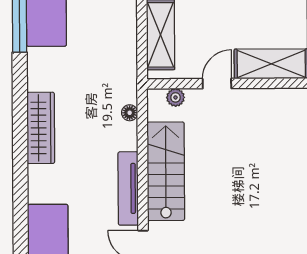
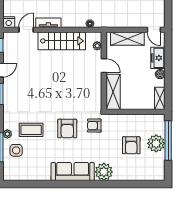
tv unit: (128, 188) -> (48, 23), width x0.71

